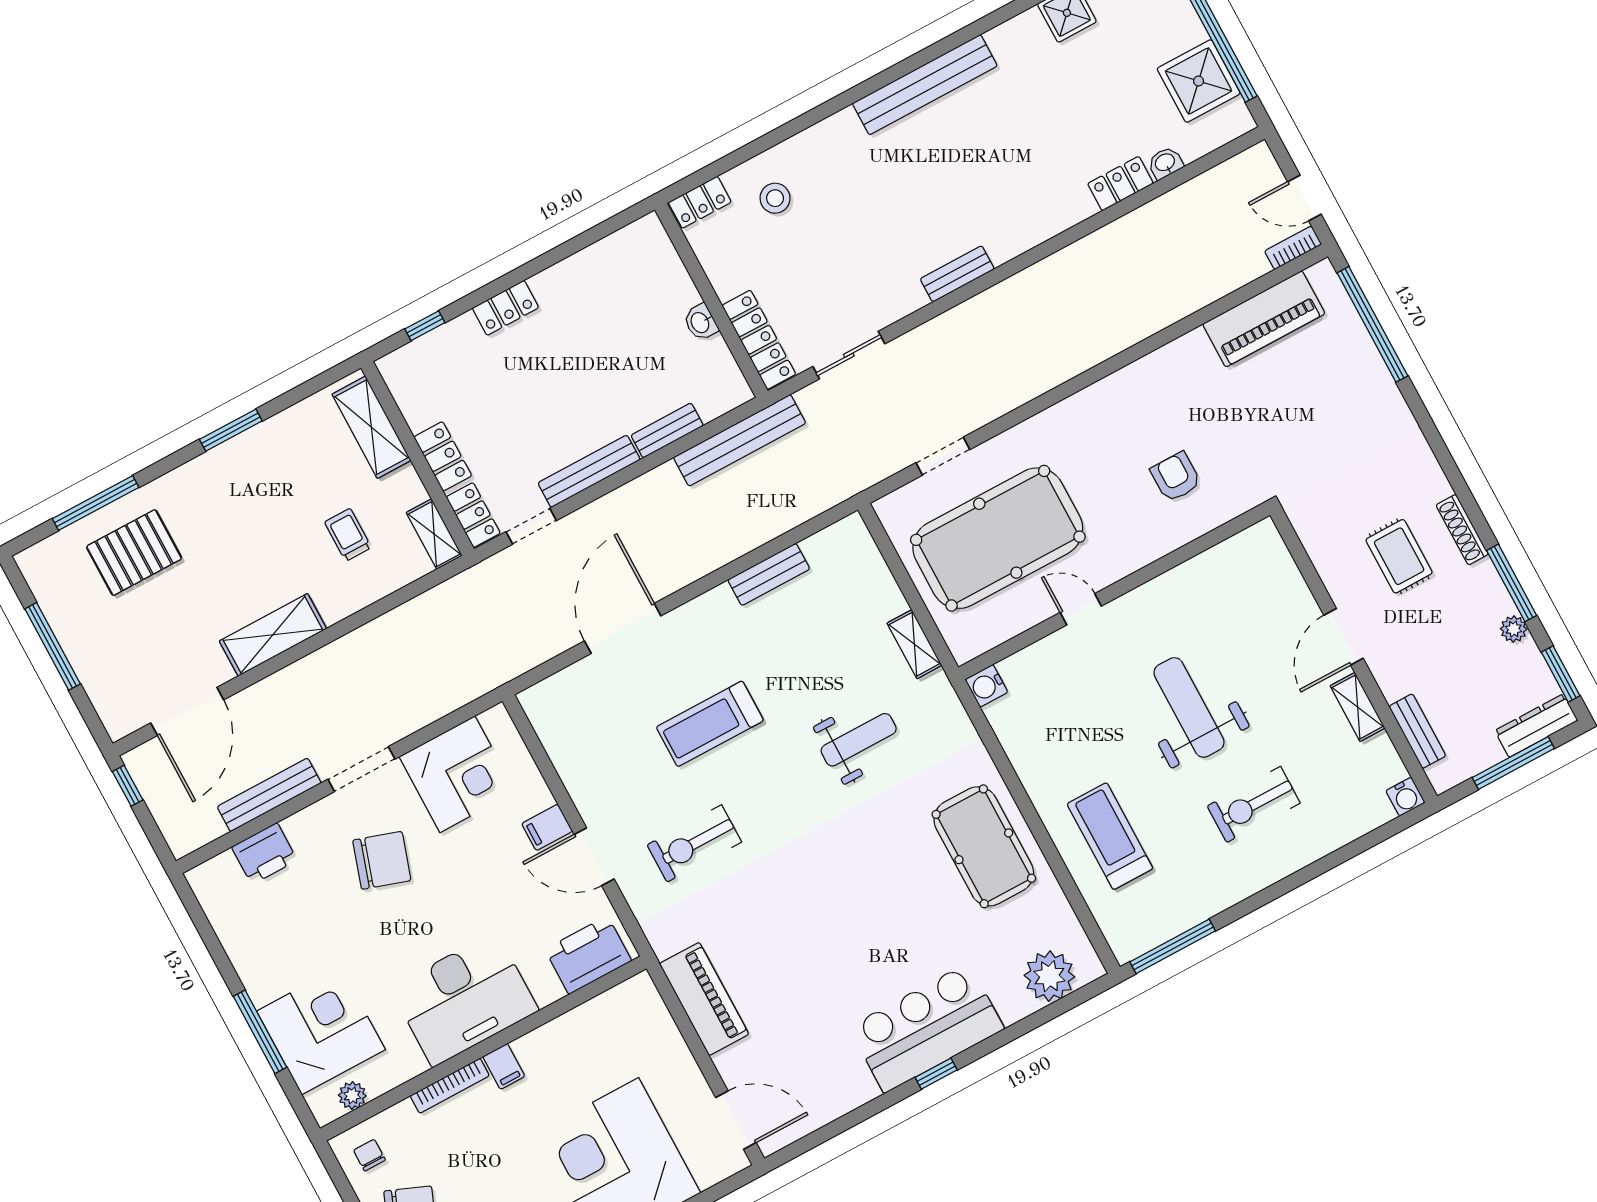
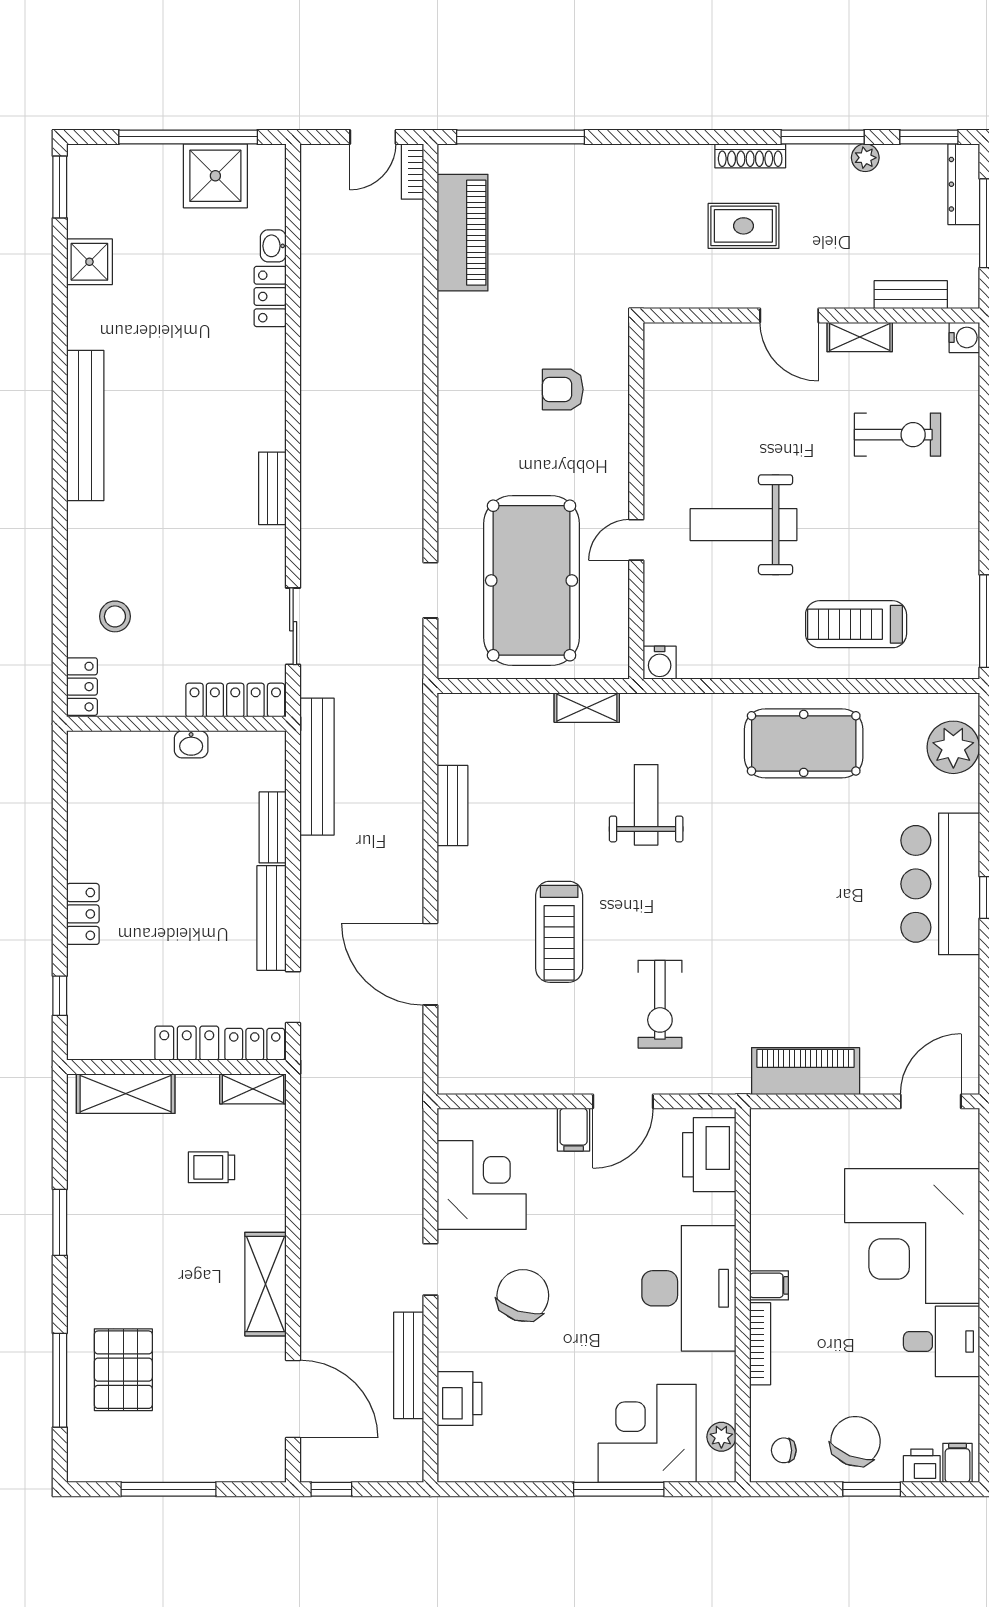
weight bench: (1189, 707) -> (744, 525), moved
doorway: (361, 769) -> (430, 1269), width x0.73
exercise bike: (1254, 805) -> (898, 435), moved, turned -90

